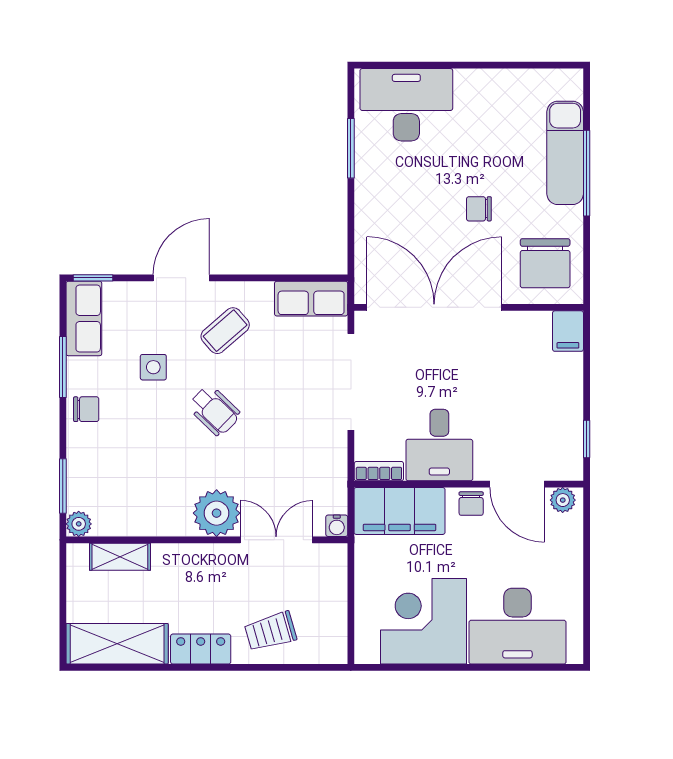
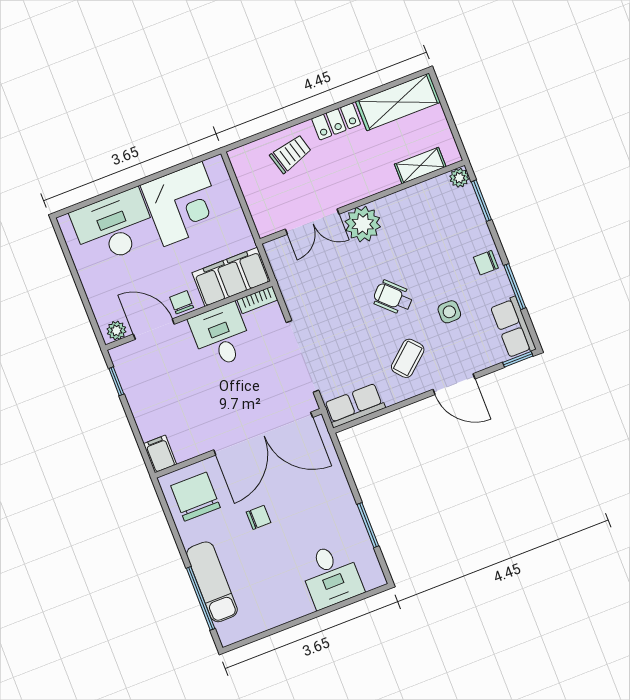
desk: (406, 105) -> (331, 576), width x0.73
window: (587, 173) -> (201, 598), moved
door: (181, 278) -> (454, 384), hinge flipped
water cooler: (337, 526) -> (272, 249), removed

